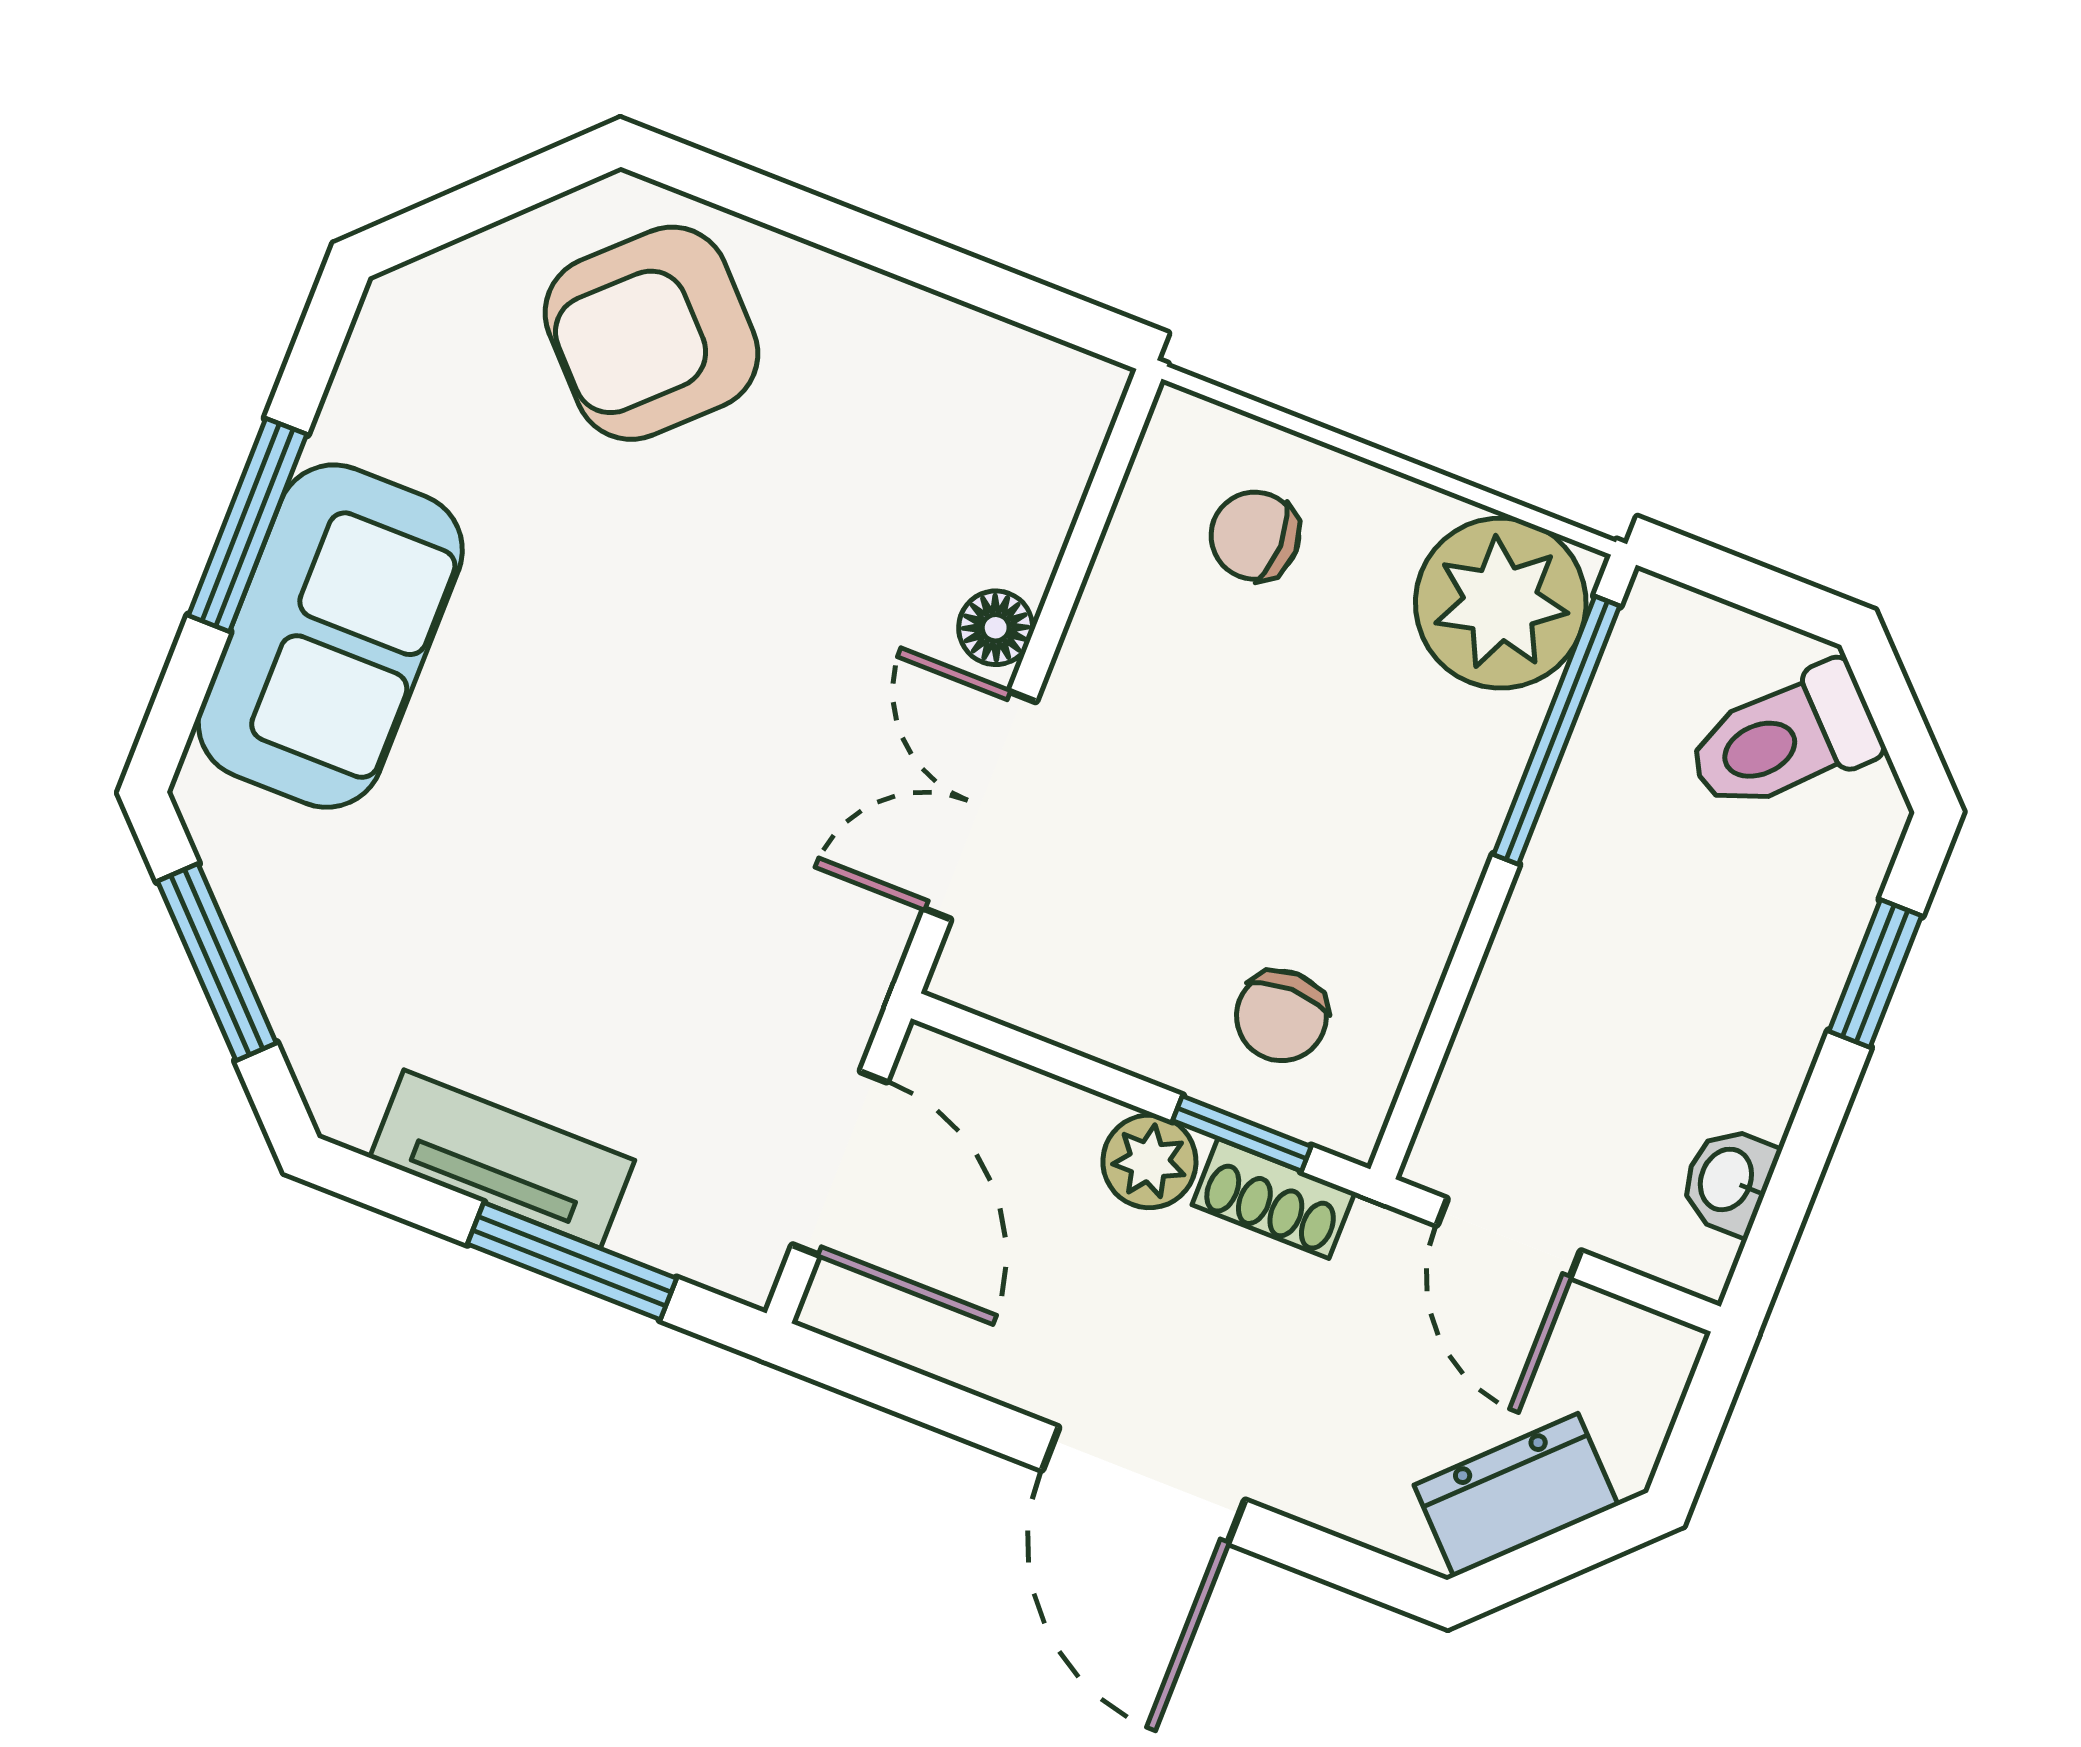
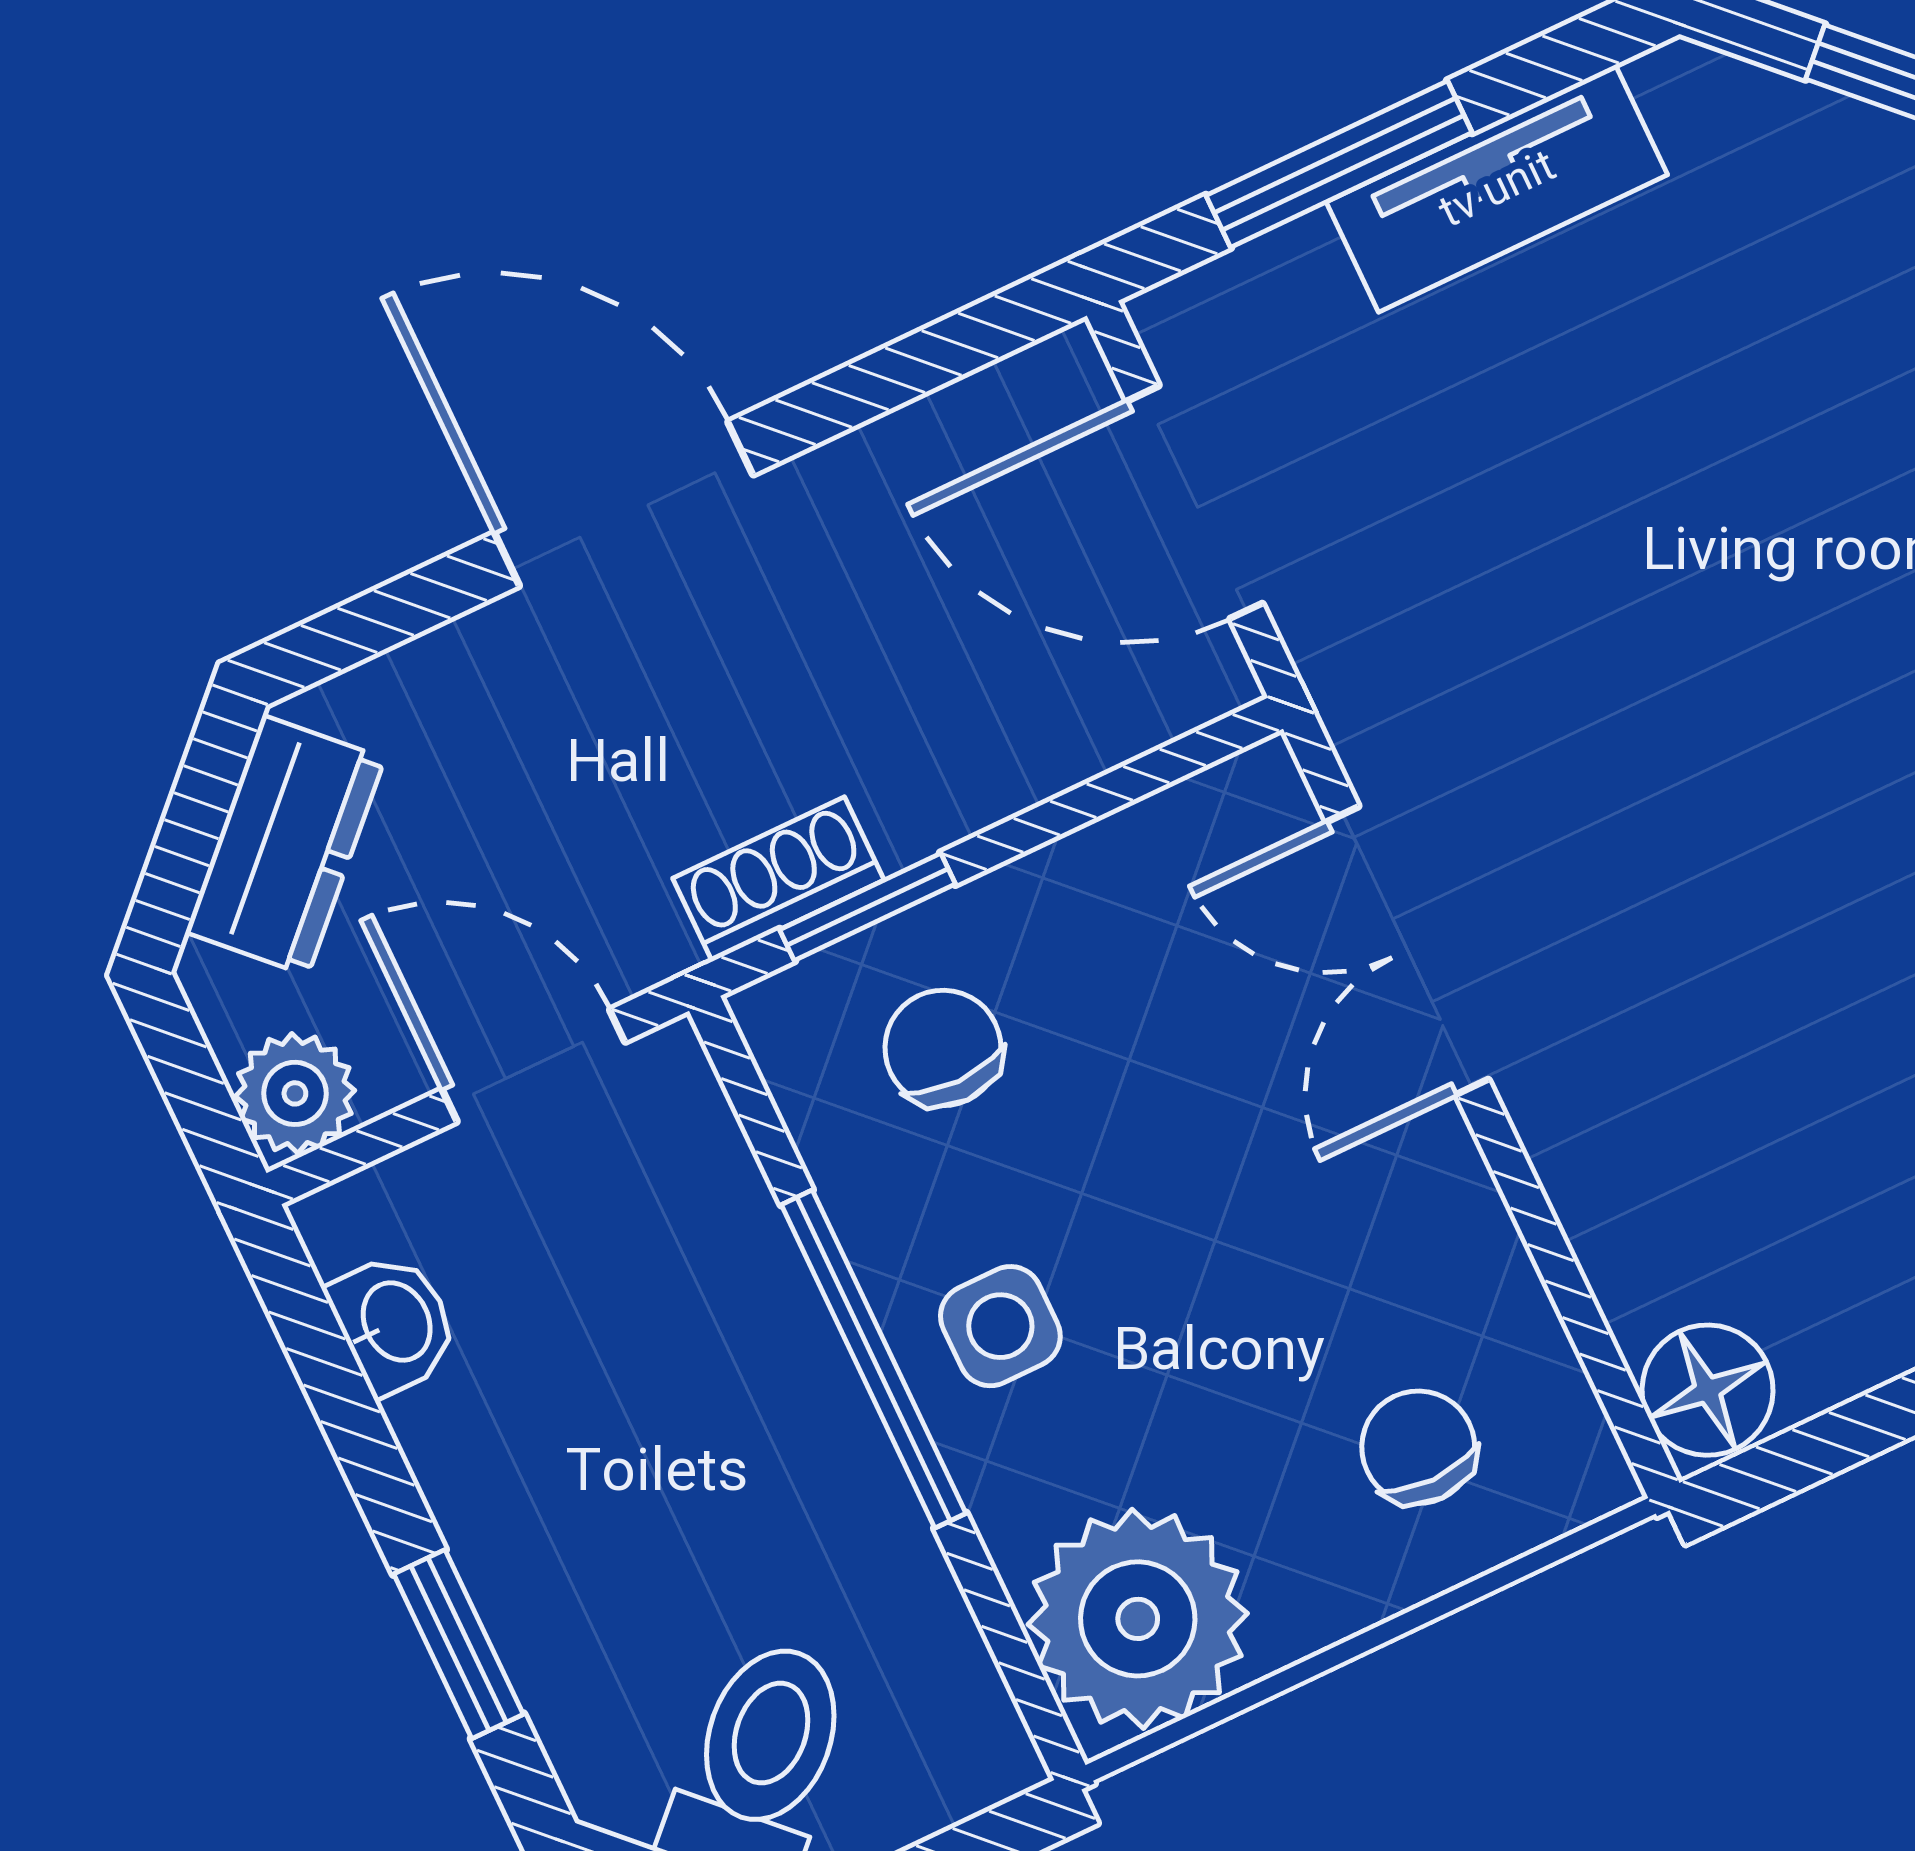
chair: (1255, 536) -> (1418, 1447), turned -90
floor lamp: (996, 628) -> (1708, 1390), moved, width x1.37, depth x1.37
window: (1557, 730) -> (874, 1359), moved
double door: (980, 805) -> (1407, 951), swing flipped
side table: (1408, 836) -> (1000, 1326), added
plant: (1149, 1161) -> (295, 1093), moved

